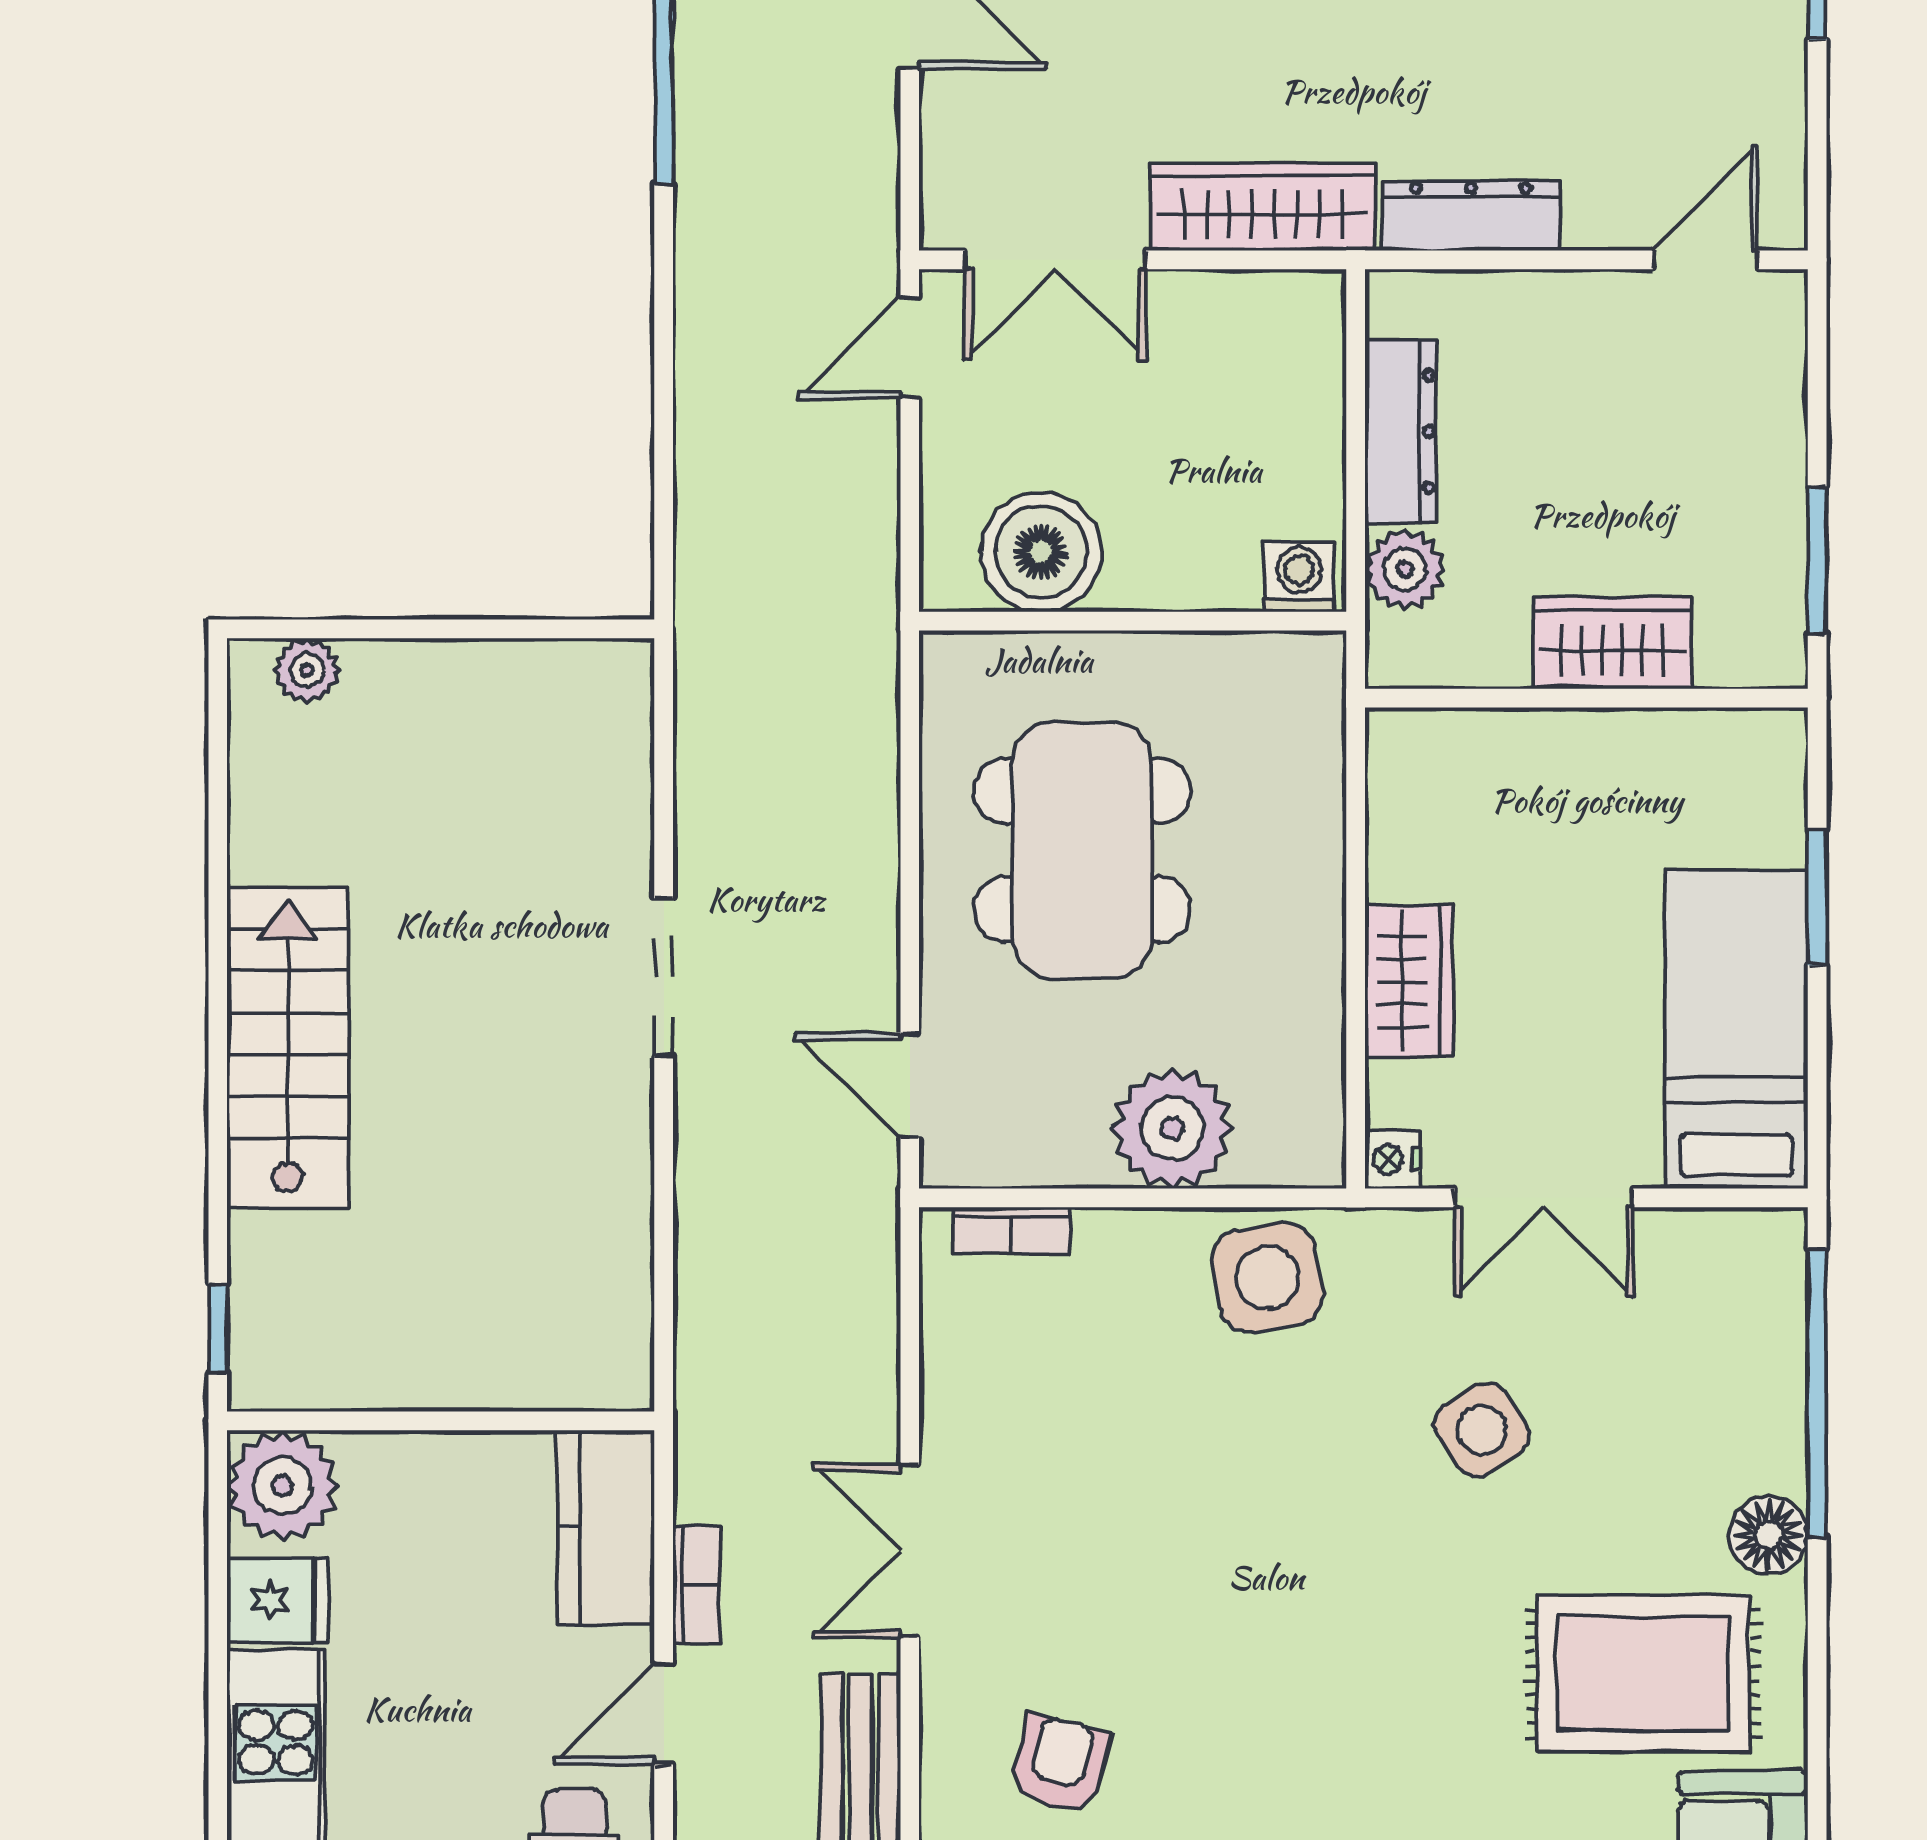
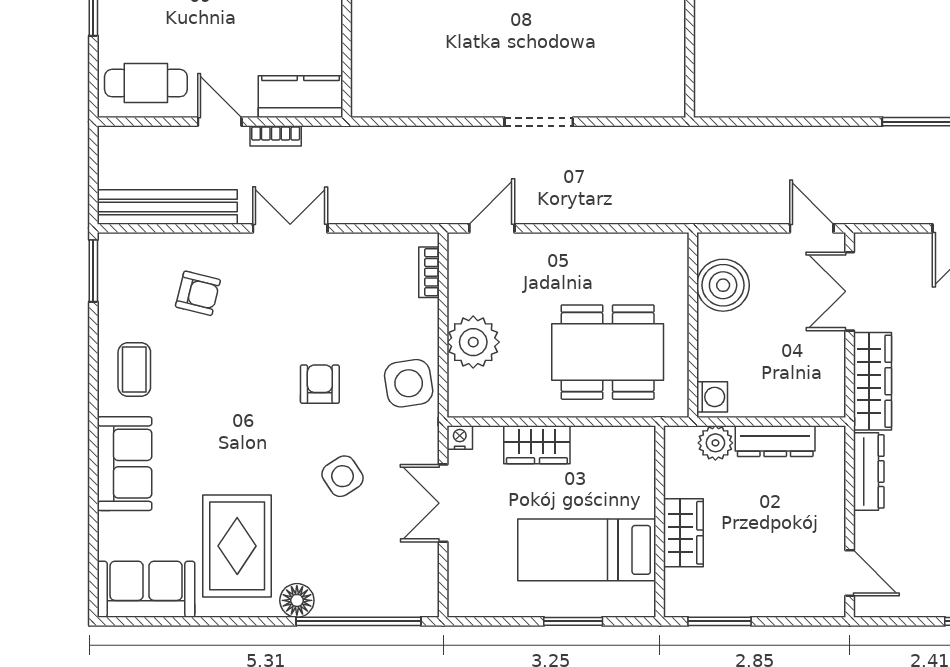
dining table: (1082, 850) -> (608, 352), moved
bed: (1736, 1030) -> (587, 550), moved, turned 180
armchair: (1269, 1482) -> (320, 384), added

